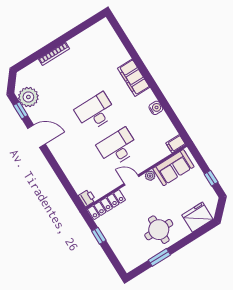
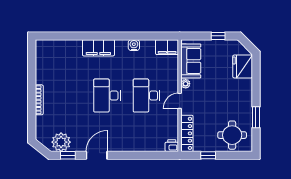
filing cabinet: (176, 144) -> (167, 47), width x2.00
round table: (159, 230) -> (232, 135), moved

